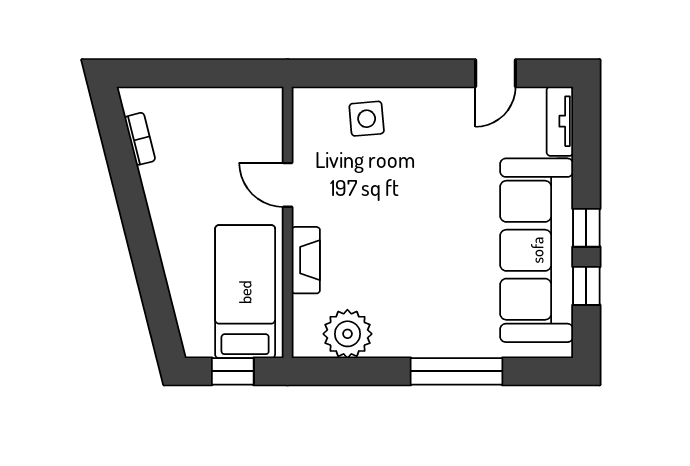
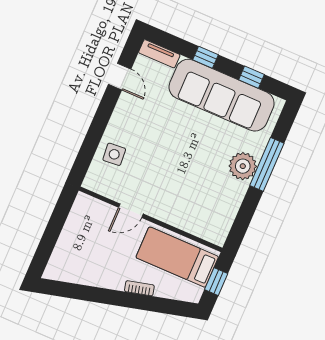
bookcase: (140, 139) -> (139, 288), moved
window: (586, 228) -> (205, 57), moved
fireplace: (306, 260) -> (174, 218), removed
plant: (347, 334) -> (243, 166), moved

